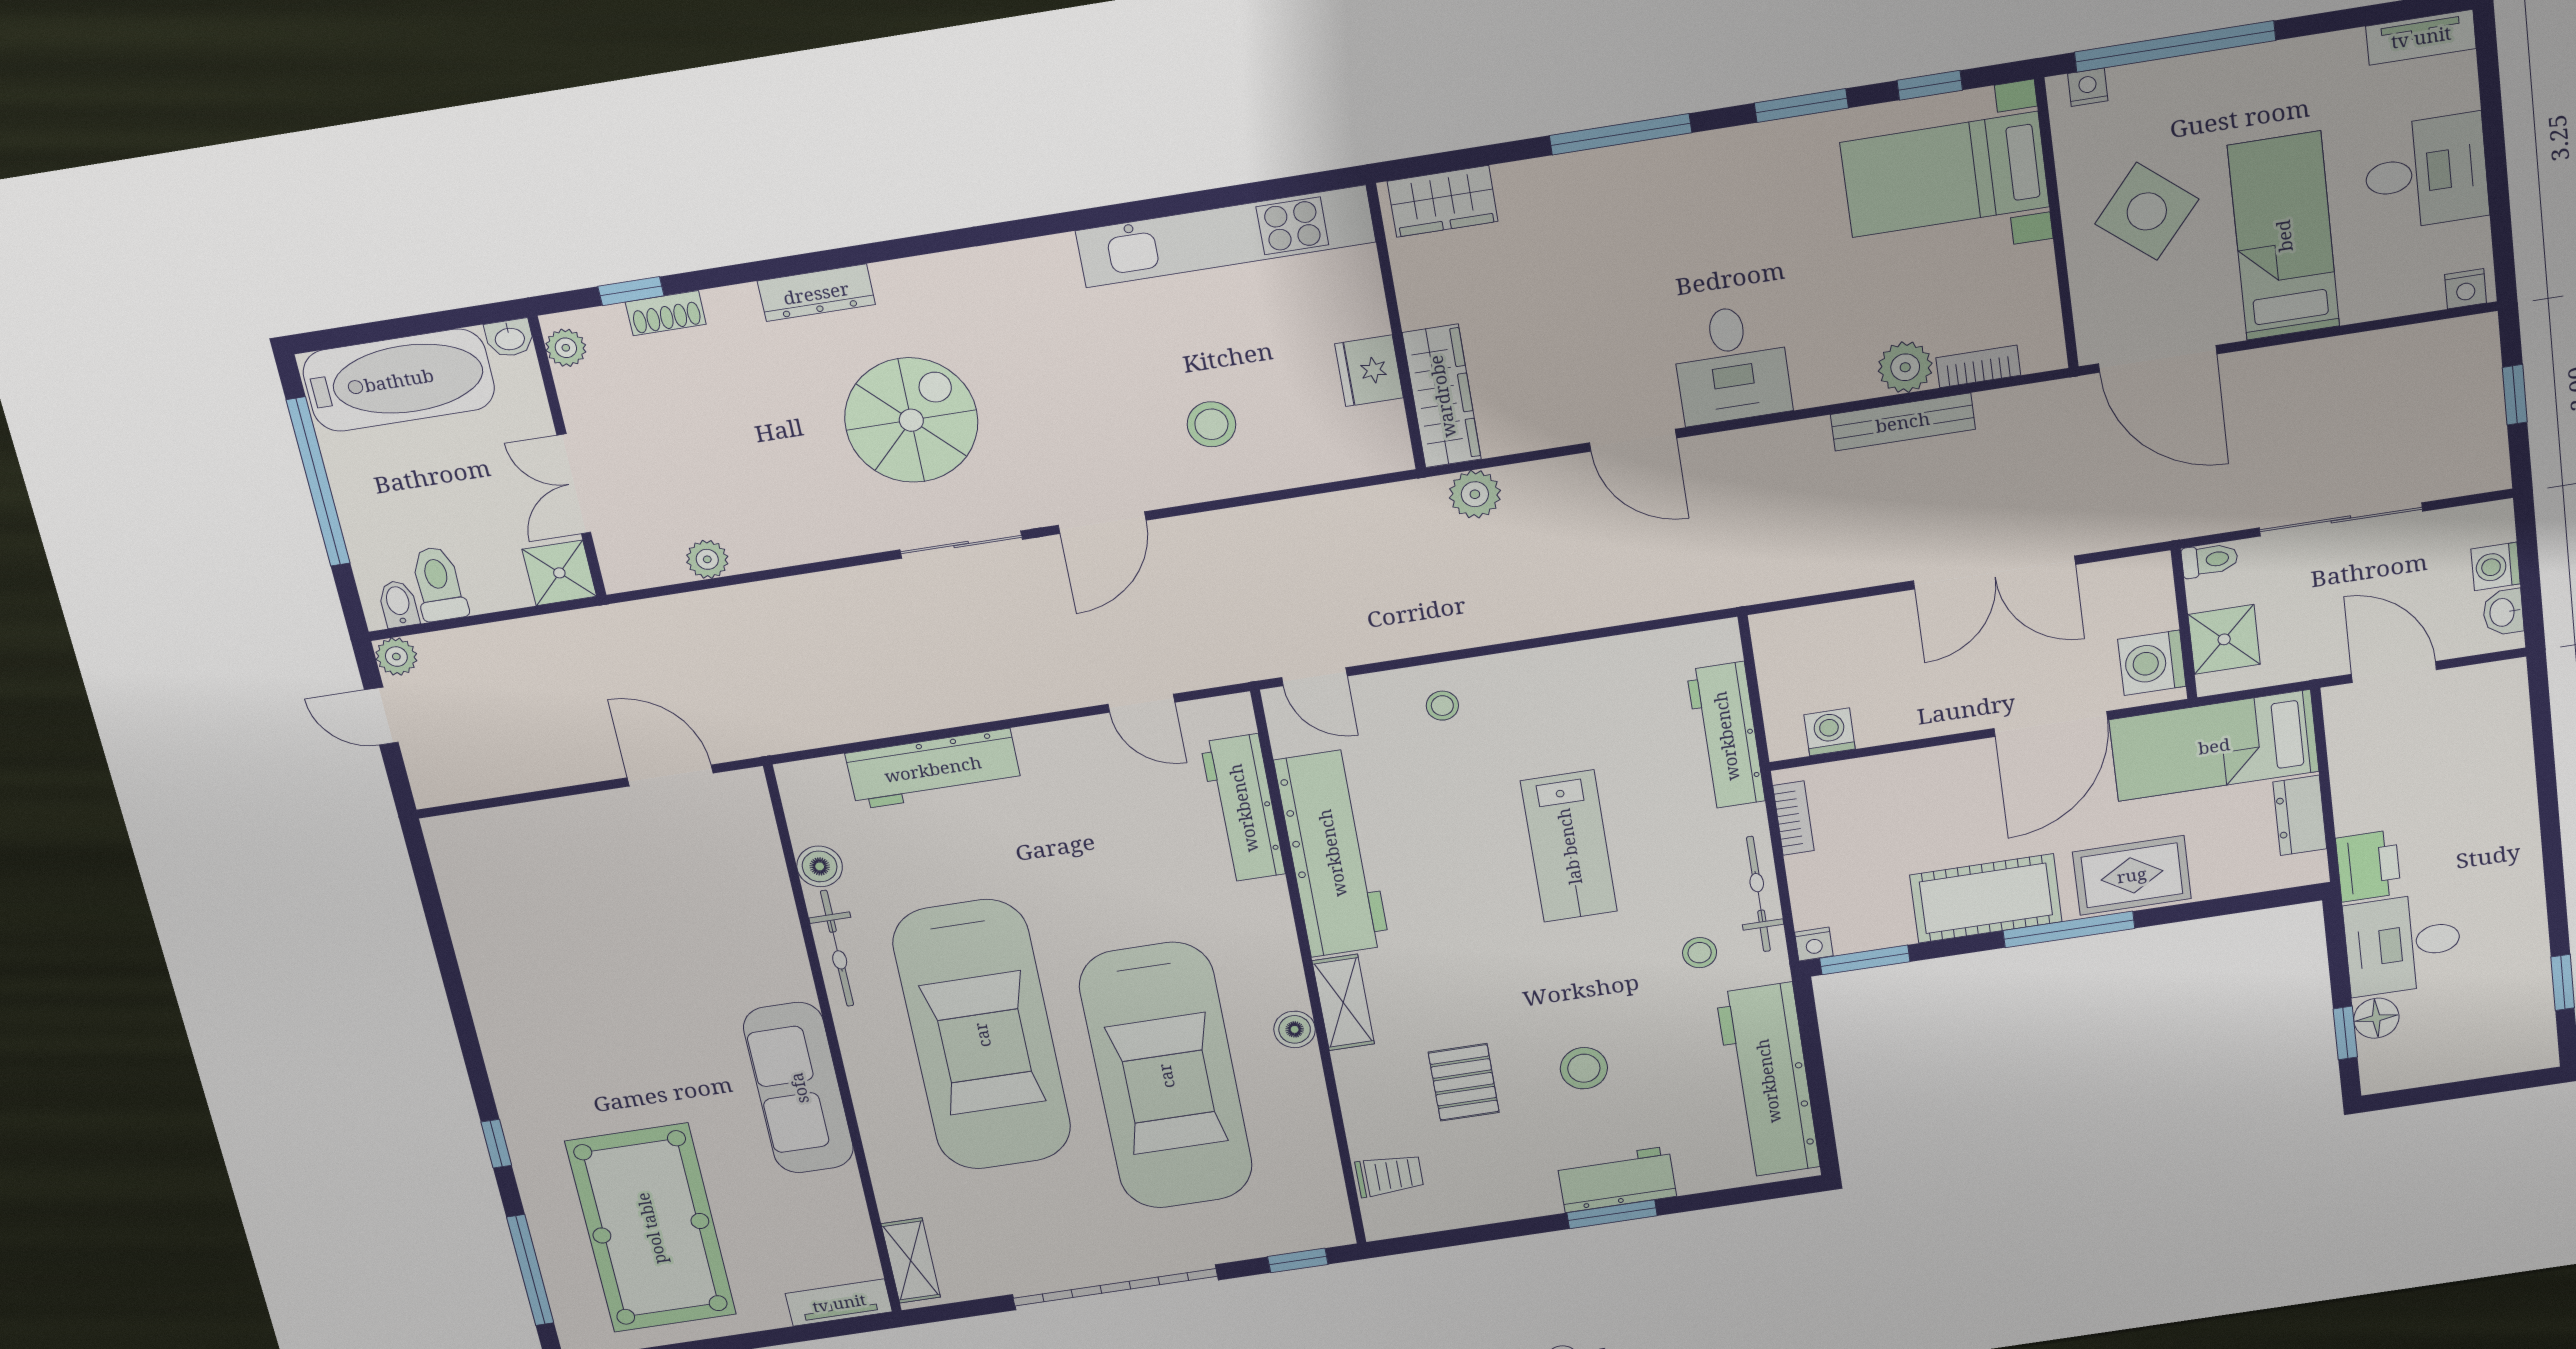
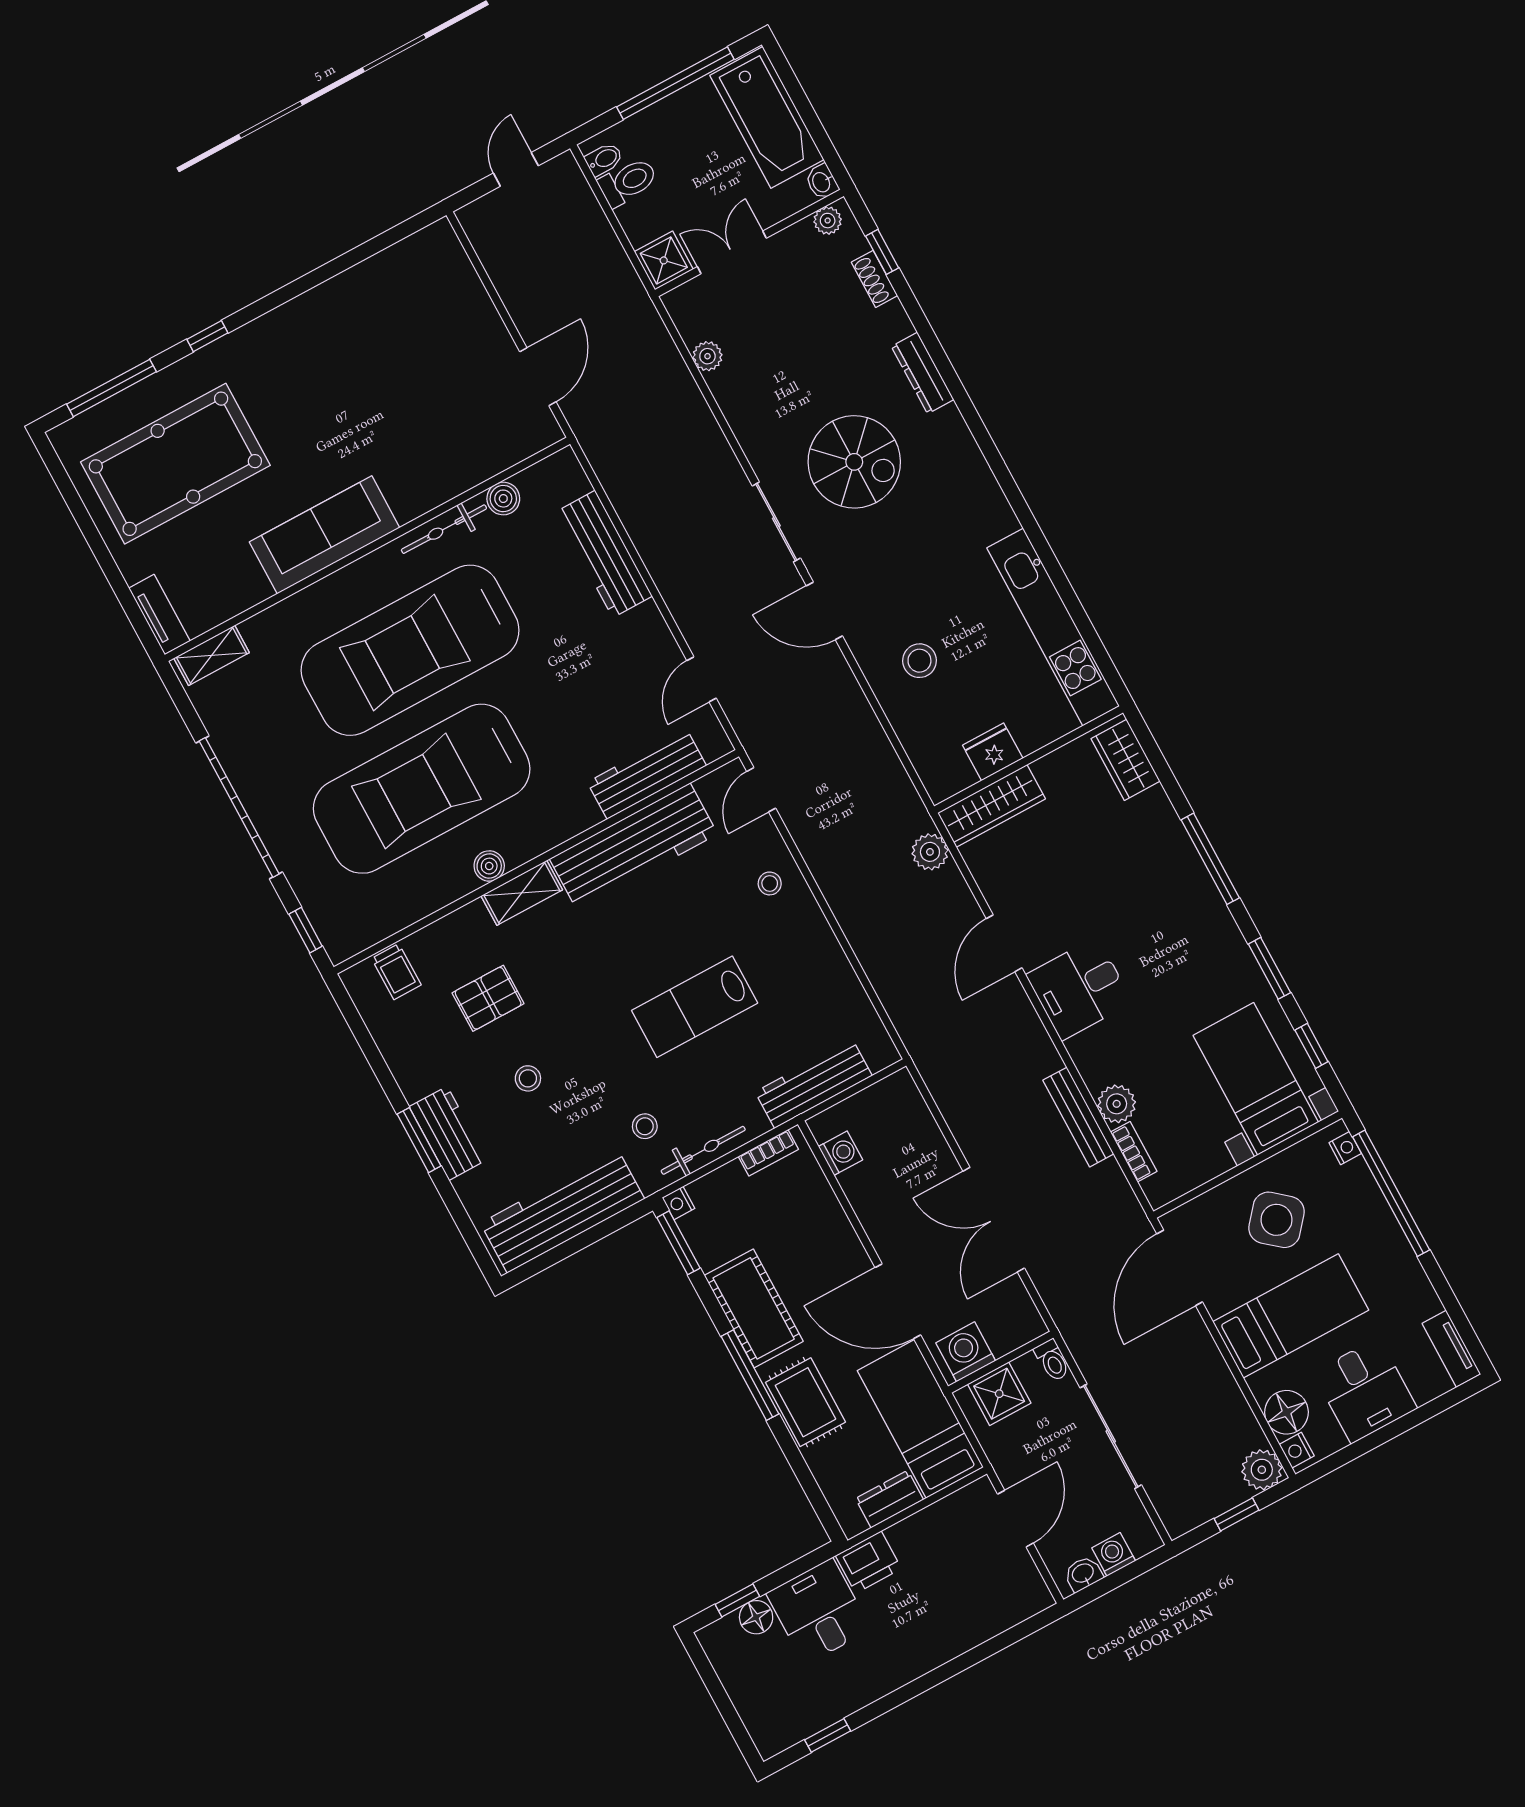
floor lamp: (2409, 285) -> (1287, 1412), added
plant: (396, 657) -> (1262, 1470), moved, width x1.38, depth x1.38
stool: (1584, 1068) -> (528, 1078), width x0.73, depth x0.73

